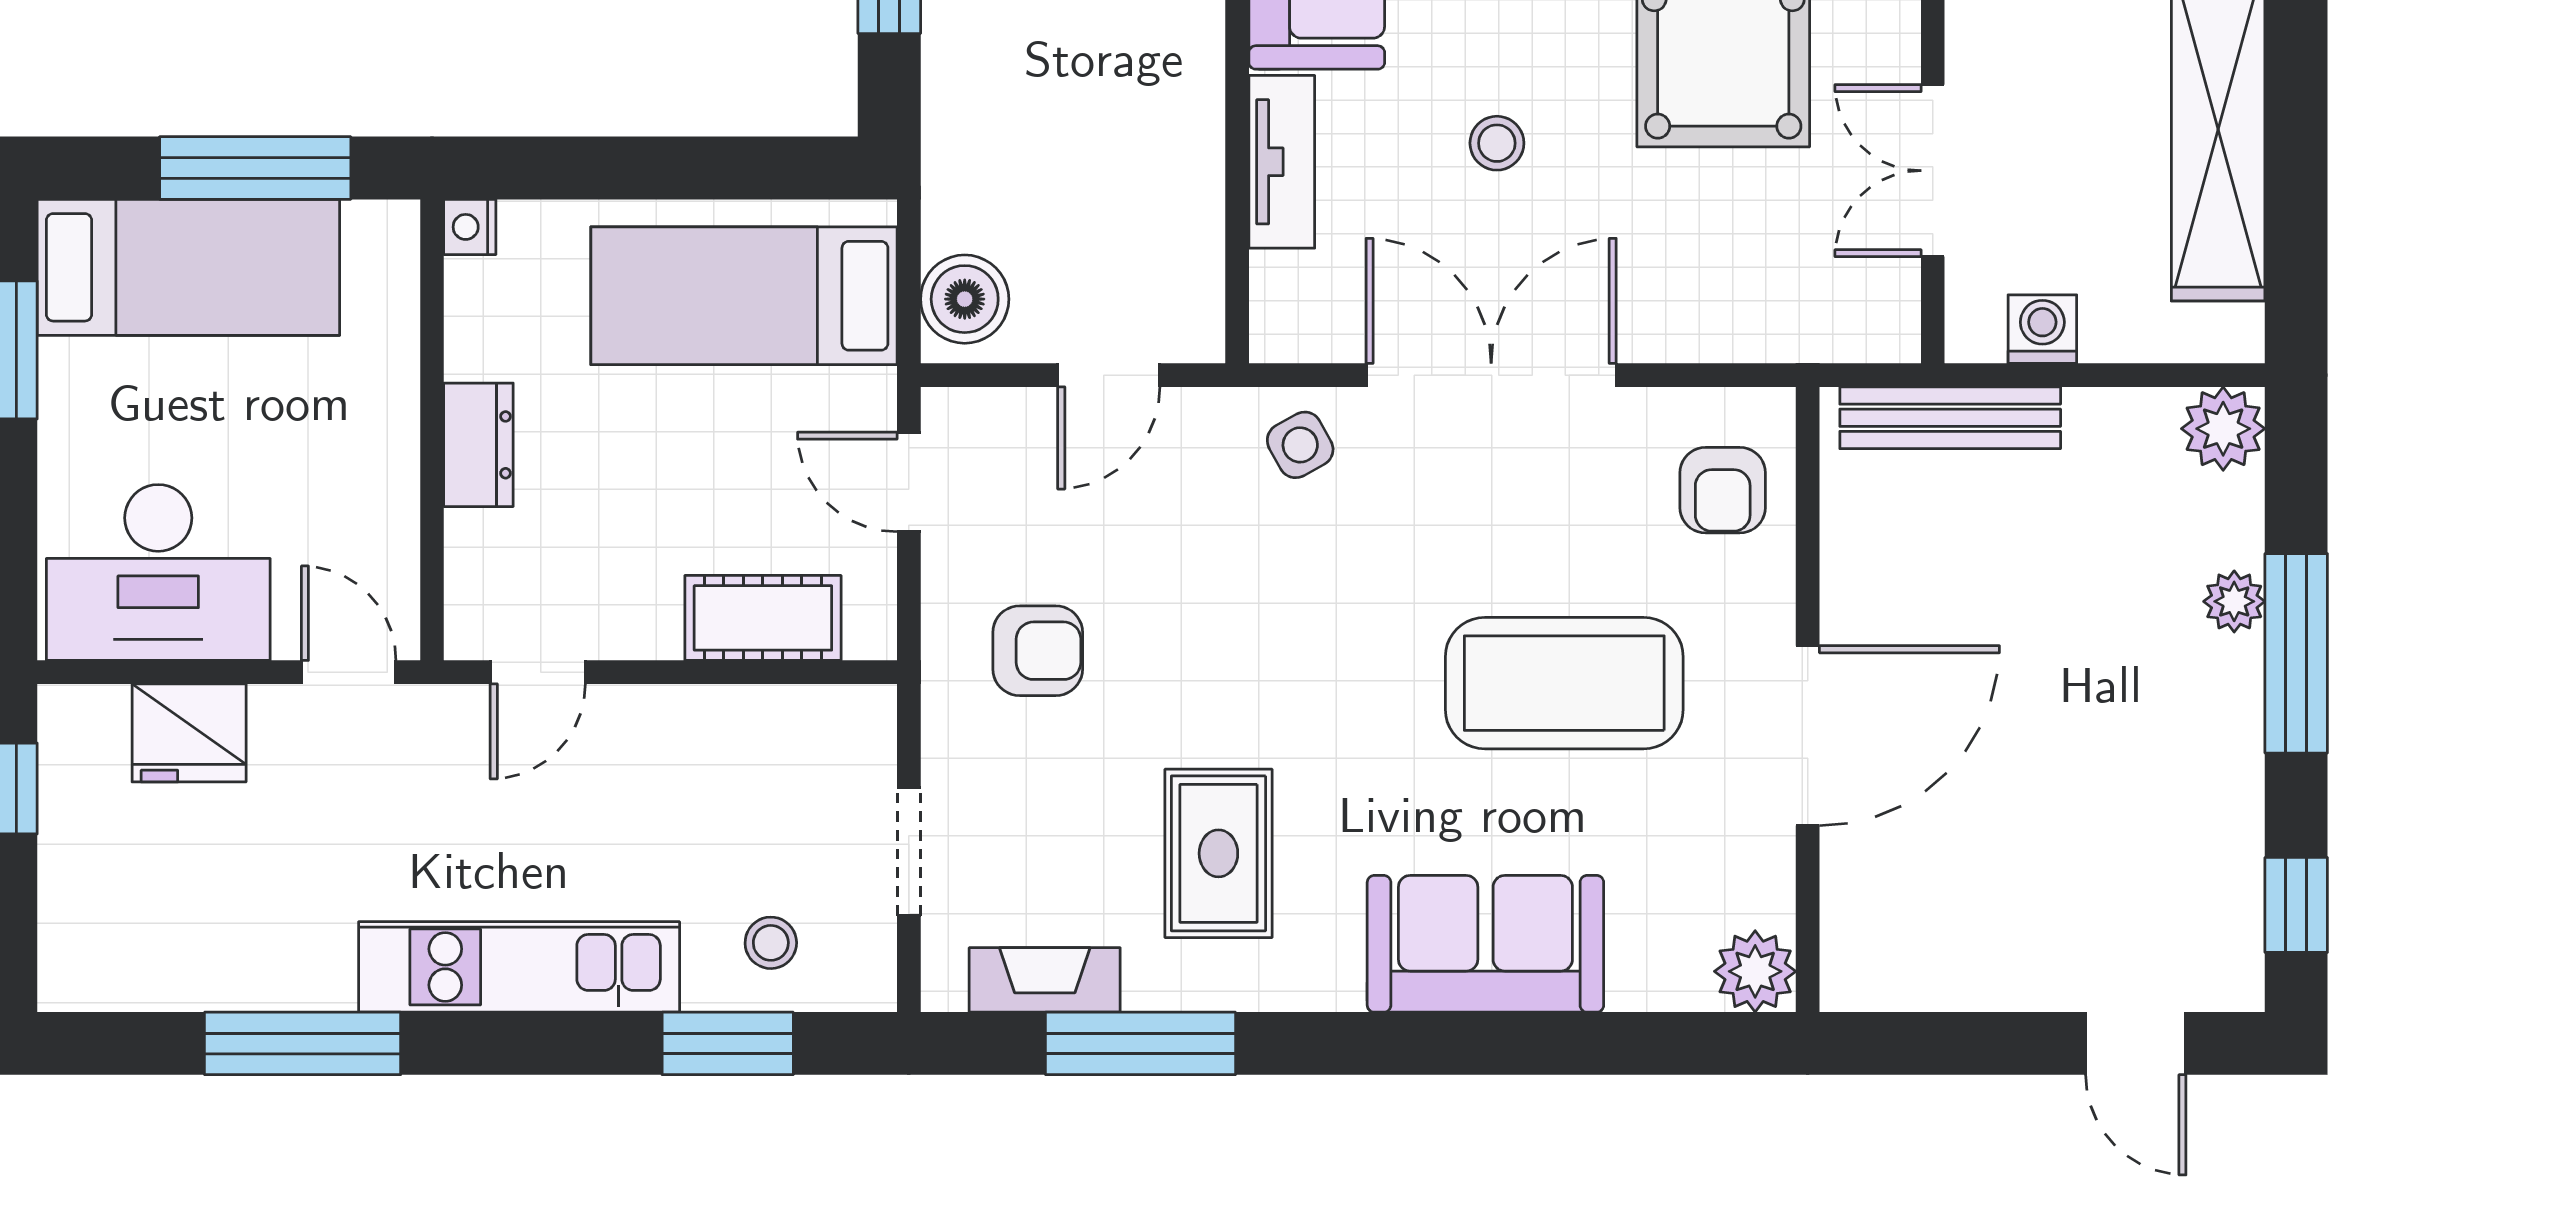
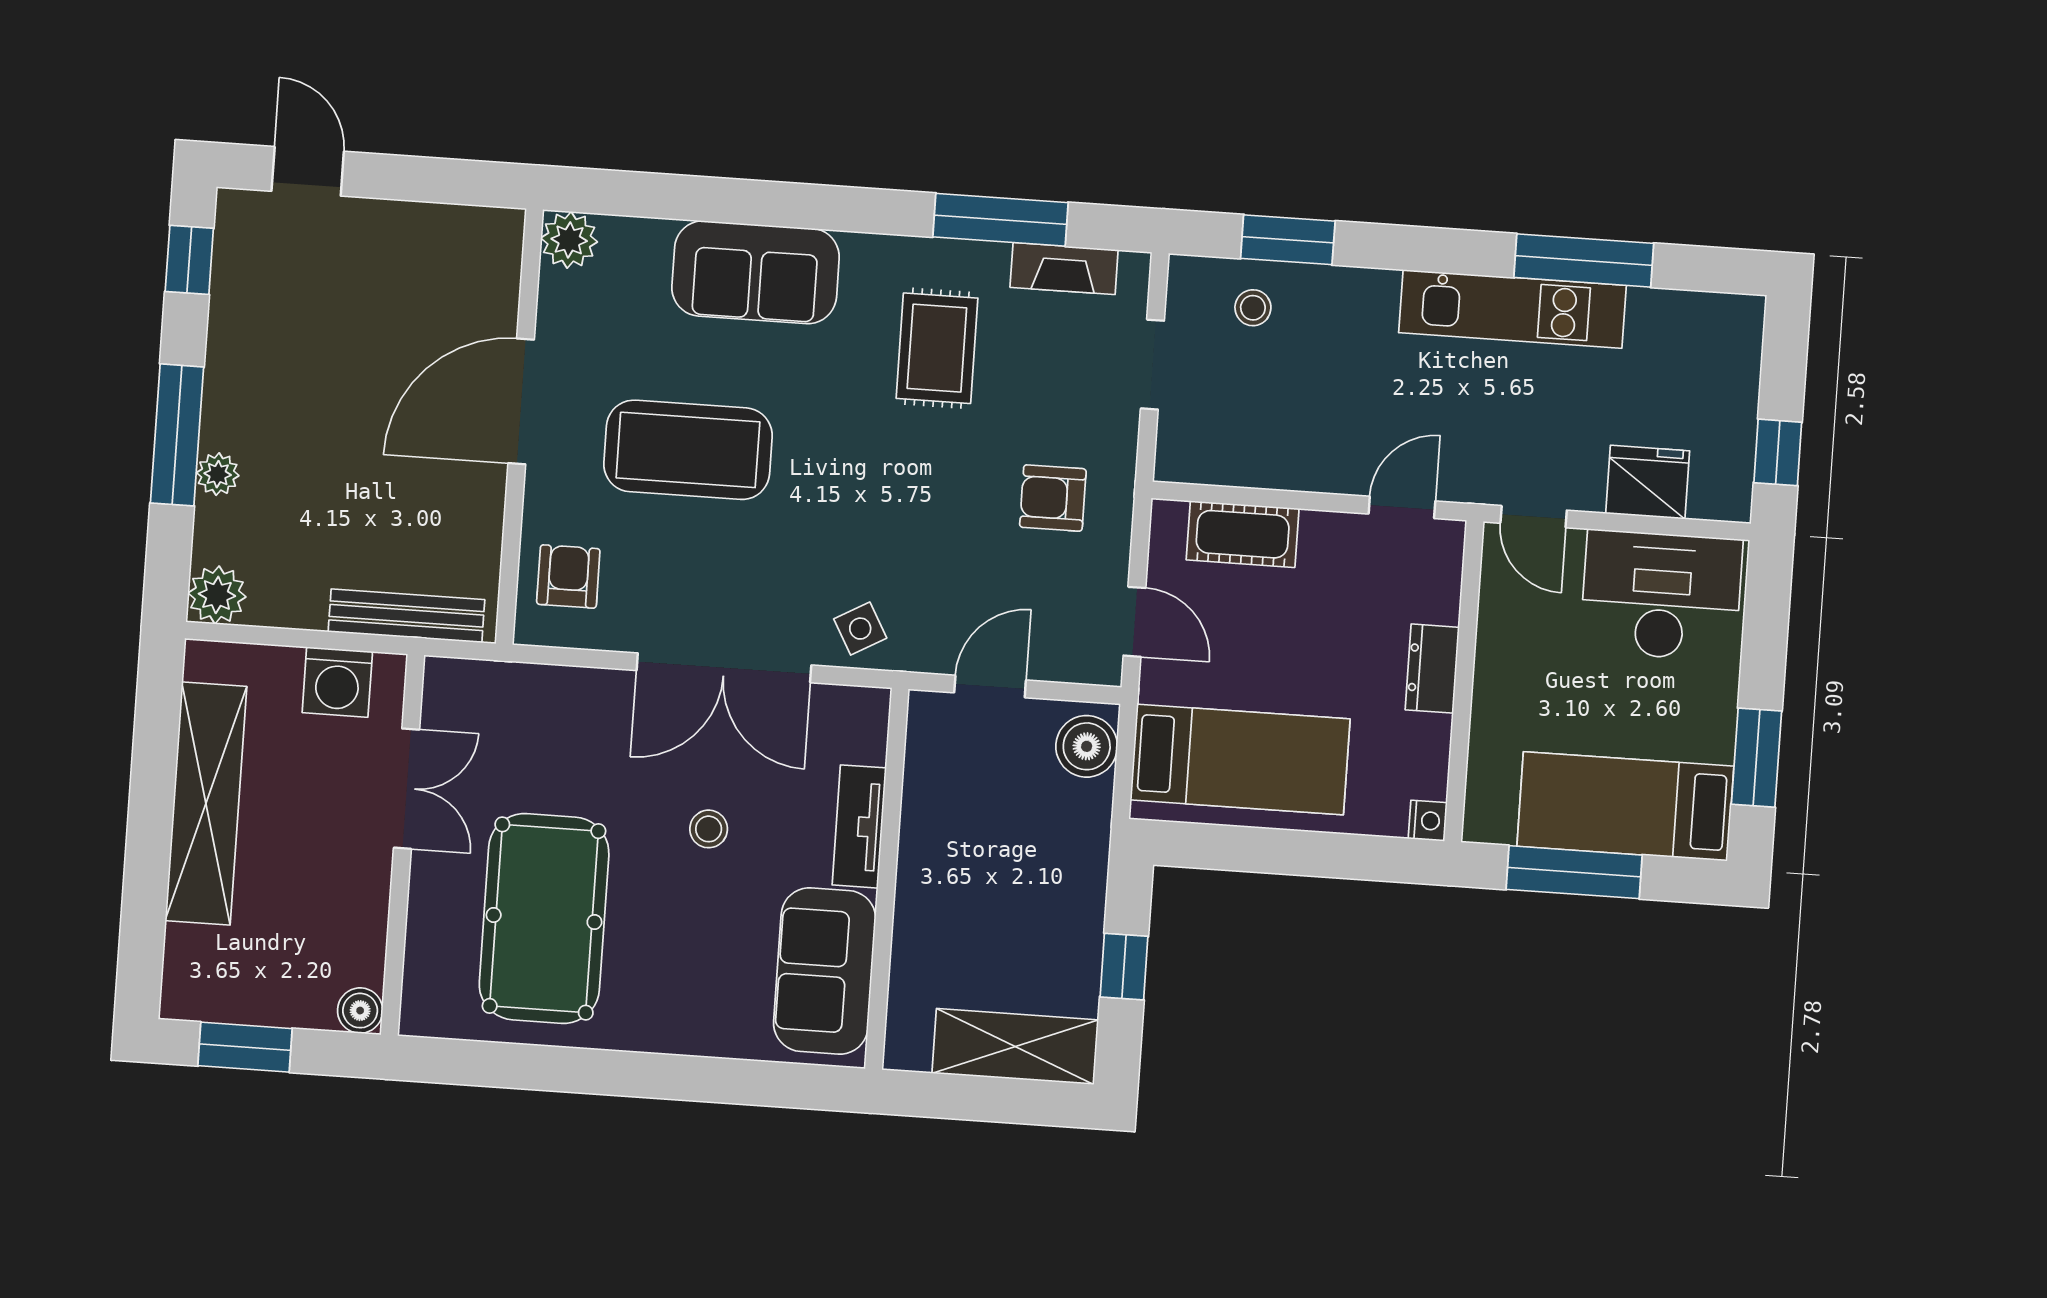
washing machine: (2042, 329) -> (337, 682), width x1.38, depth x1.38
kitchen unit: (519, 967) -> (1512, 309), moved

